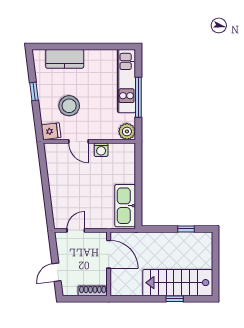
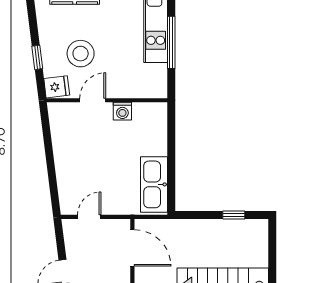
window: (34, 92) -> (37, 57), moved
plant: (127, 131) -> (156, 87), removed
door: (78, 141) -> (93, 100), swing flipped

